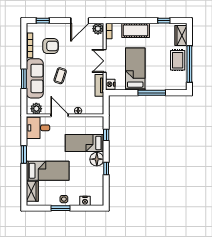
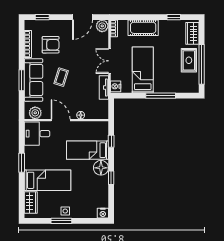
nightstand: (85, 201) -> (103, 213), moved

